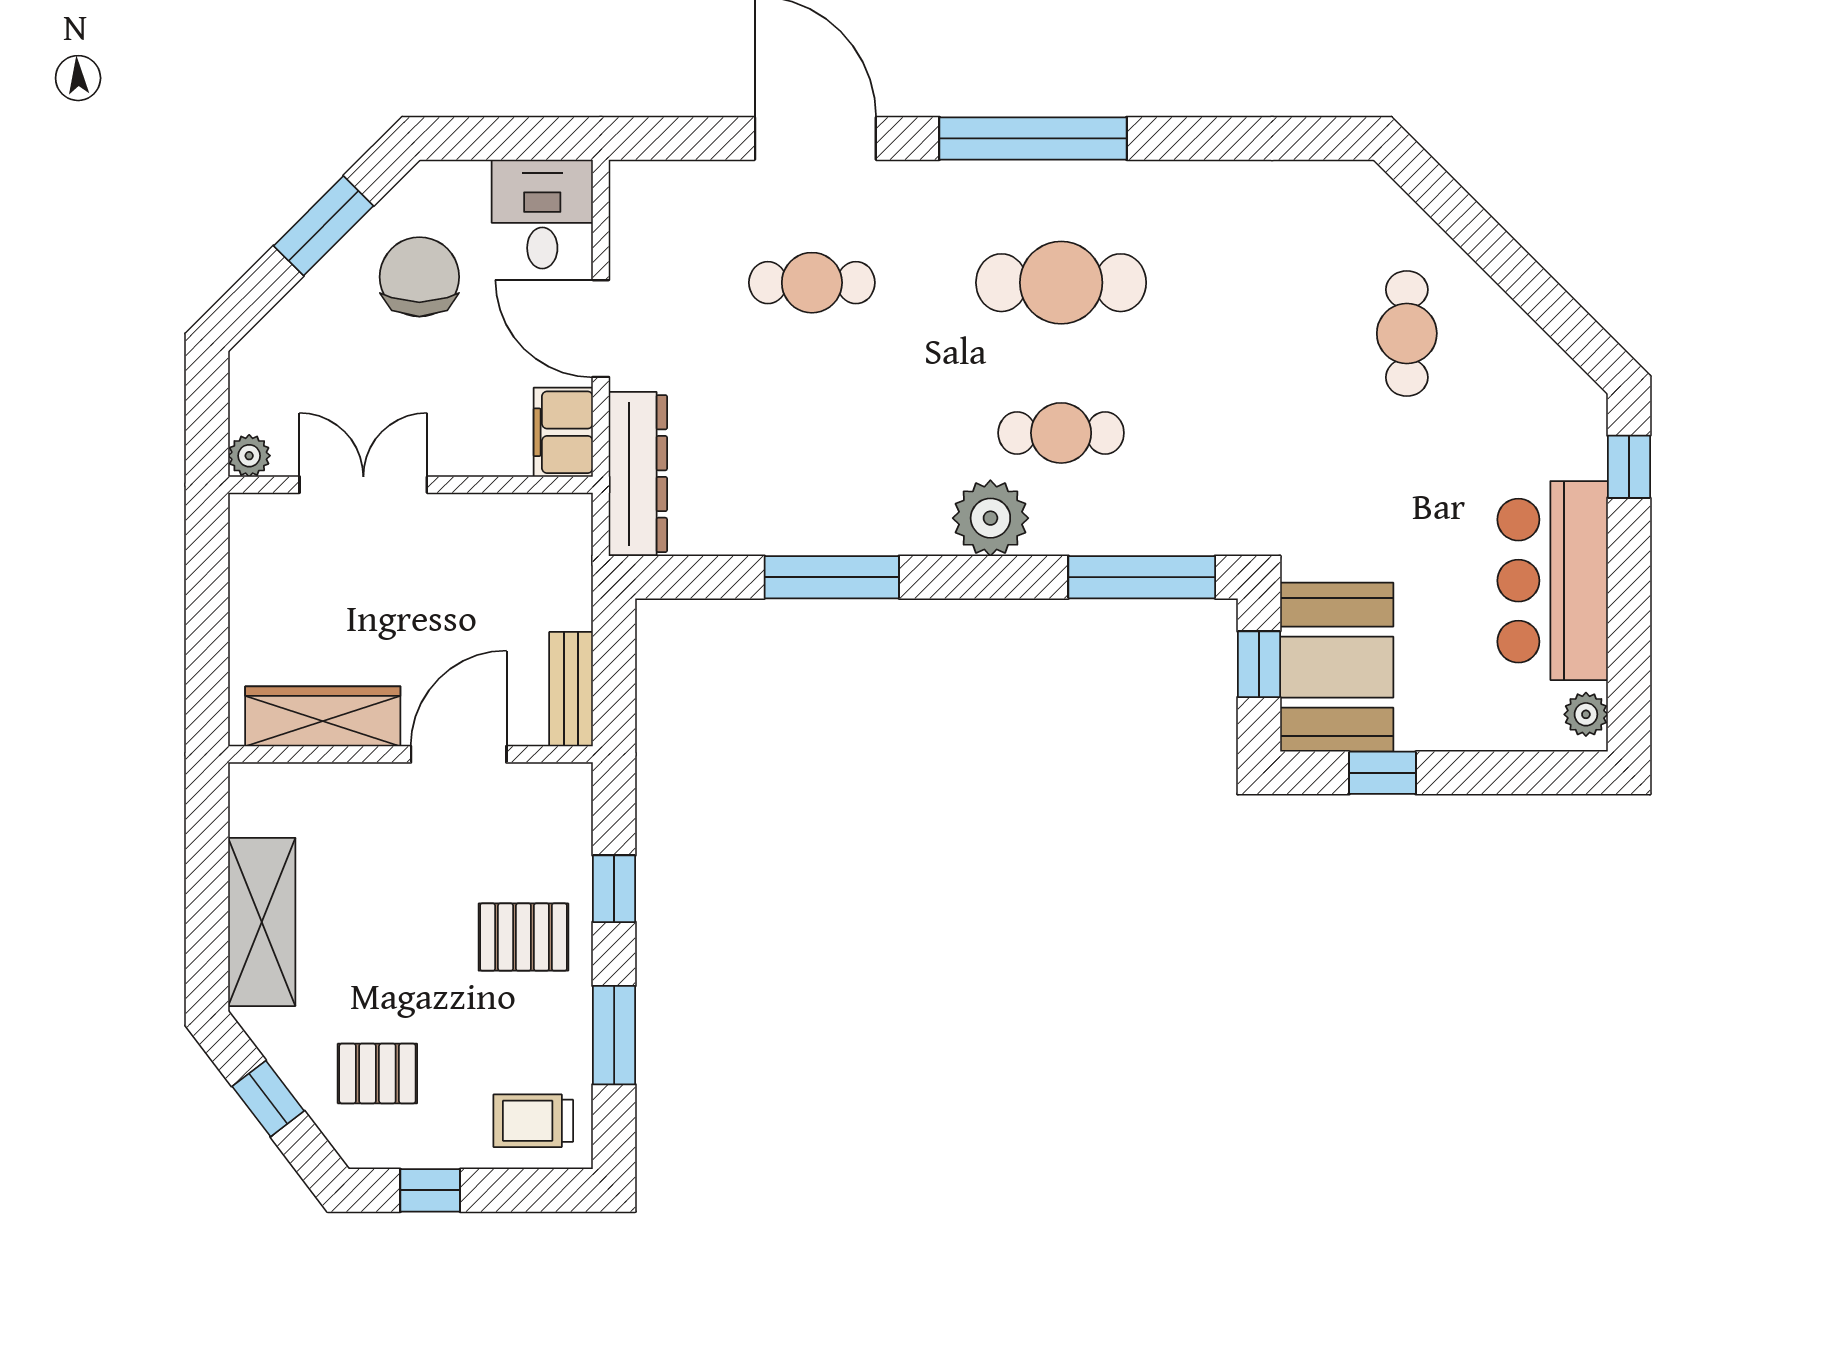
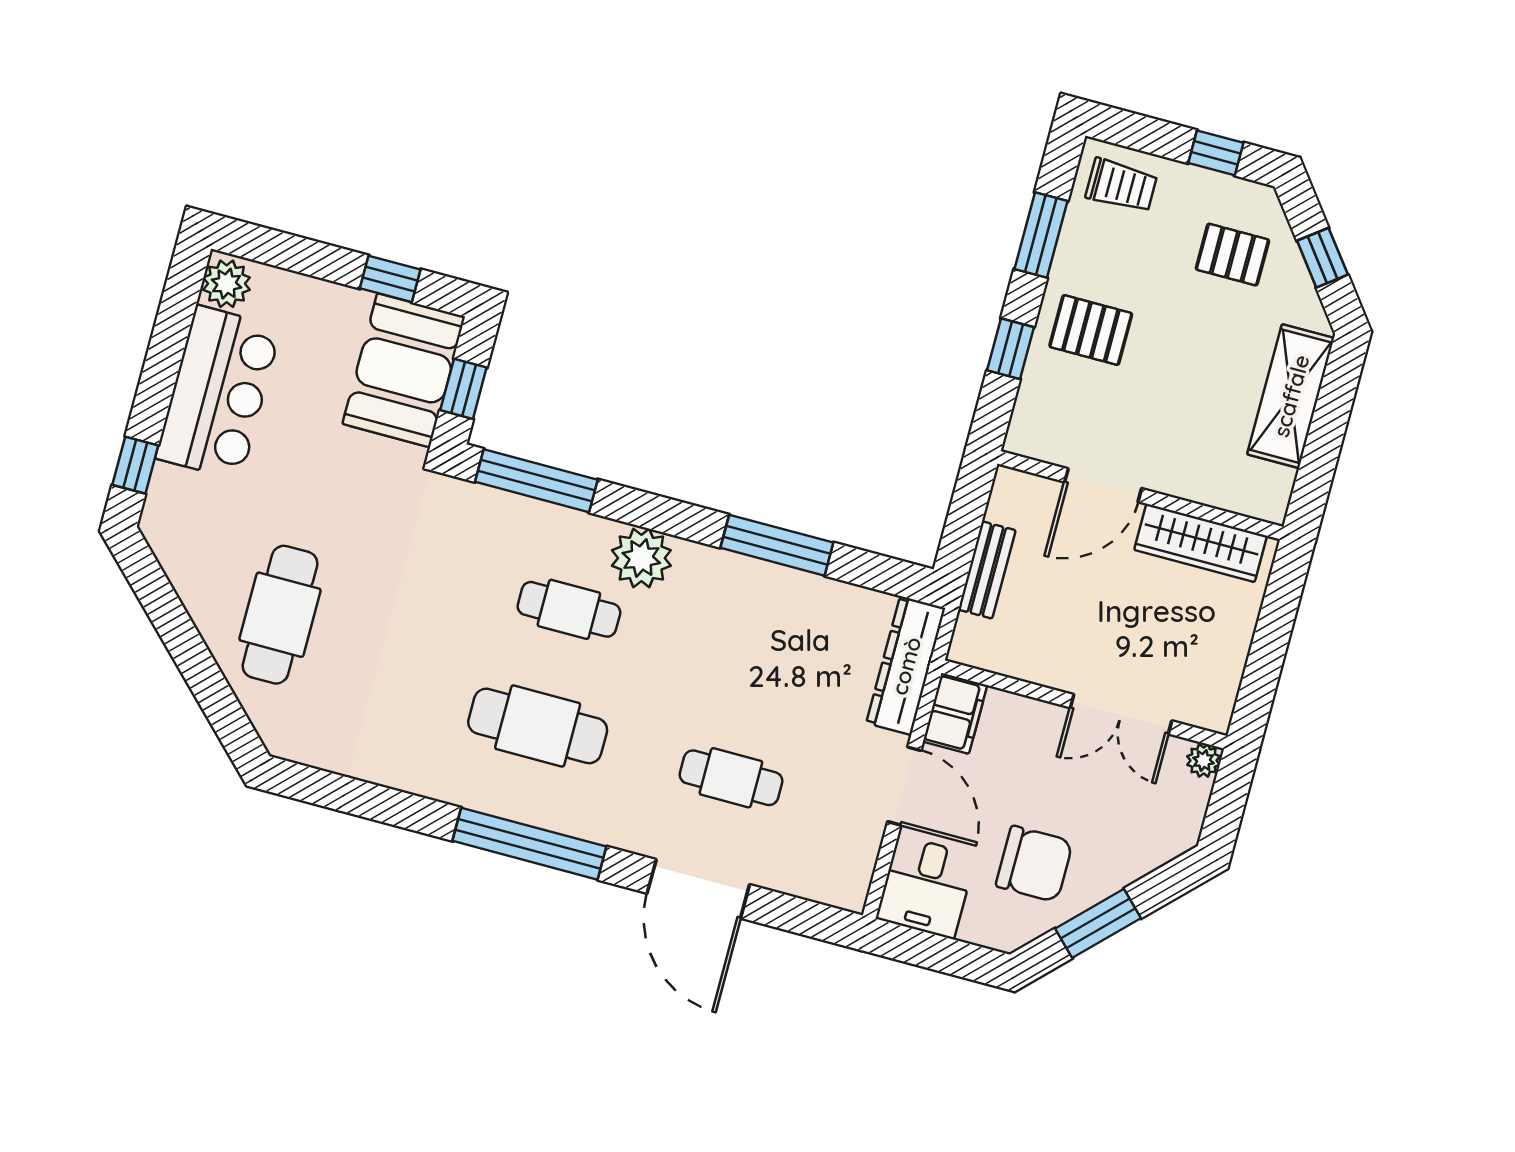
chair: (419, 277) -> (1034, 864), turned -90
cafe table: (1407, 333) -> (280, 615), width x1.37, depth x1.35
bench: (571, 689) -> (987, 570), moved
plant: (1586, 714) -> (227, 284), width x1.38, depth x1.38

